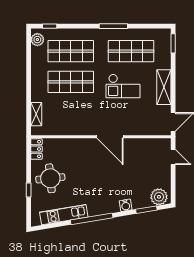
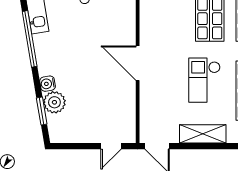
door: (110, 137) -> (138, 63), hinge flipped
plant: (159, 197) -> (54, 102), moved

